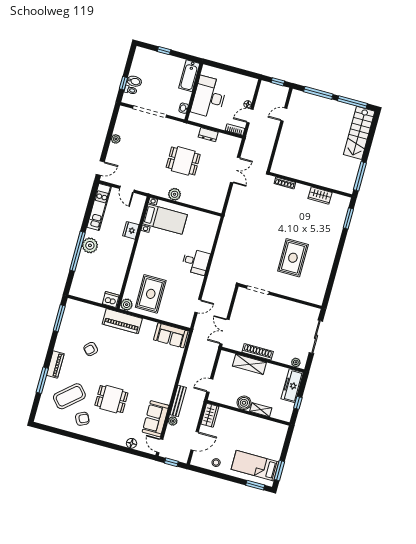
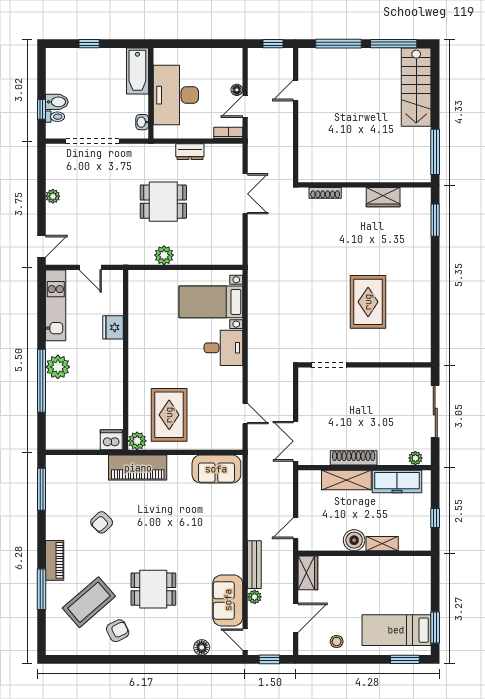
bed with nightstands: (165, 219) -> (211, 302), moved, turned 180
door: (198, 306) -> (245, 414), hinge flipped
freezer: (292, 386) -> (397, 482), moved, turned -90

